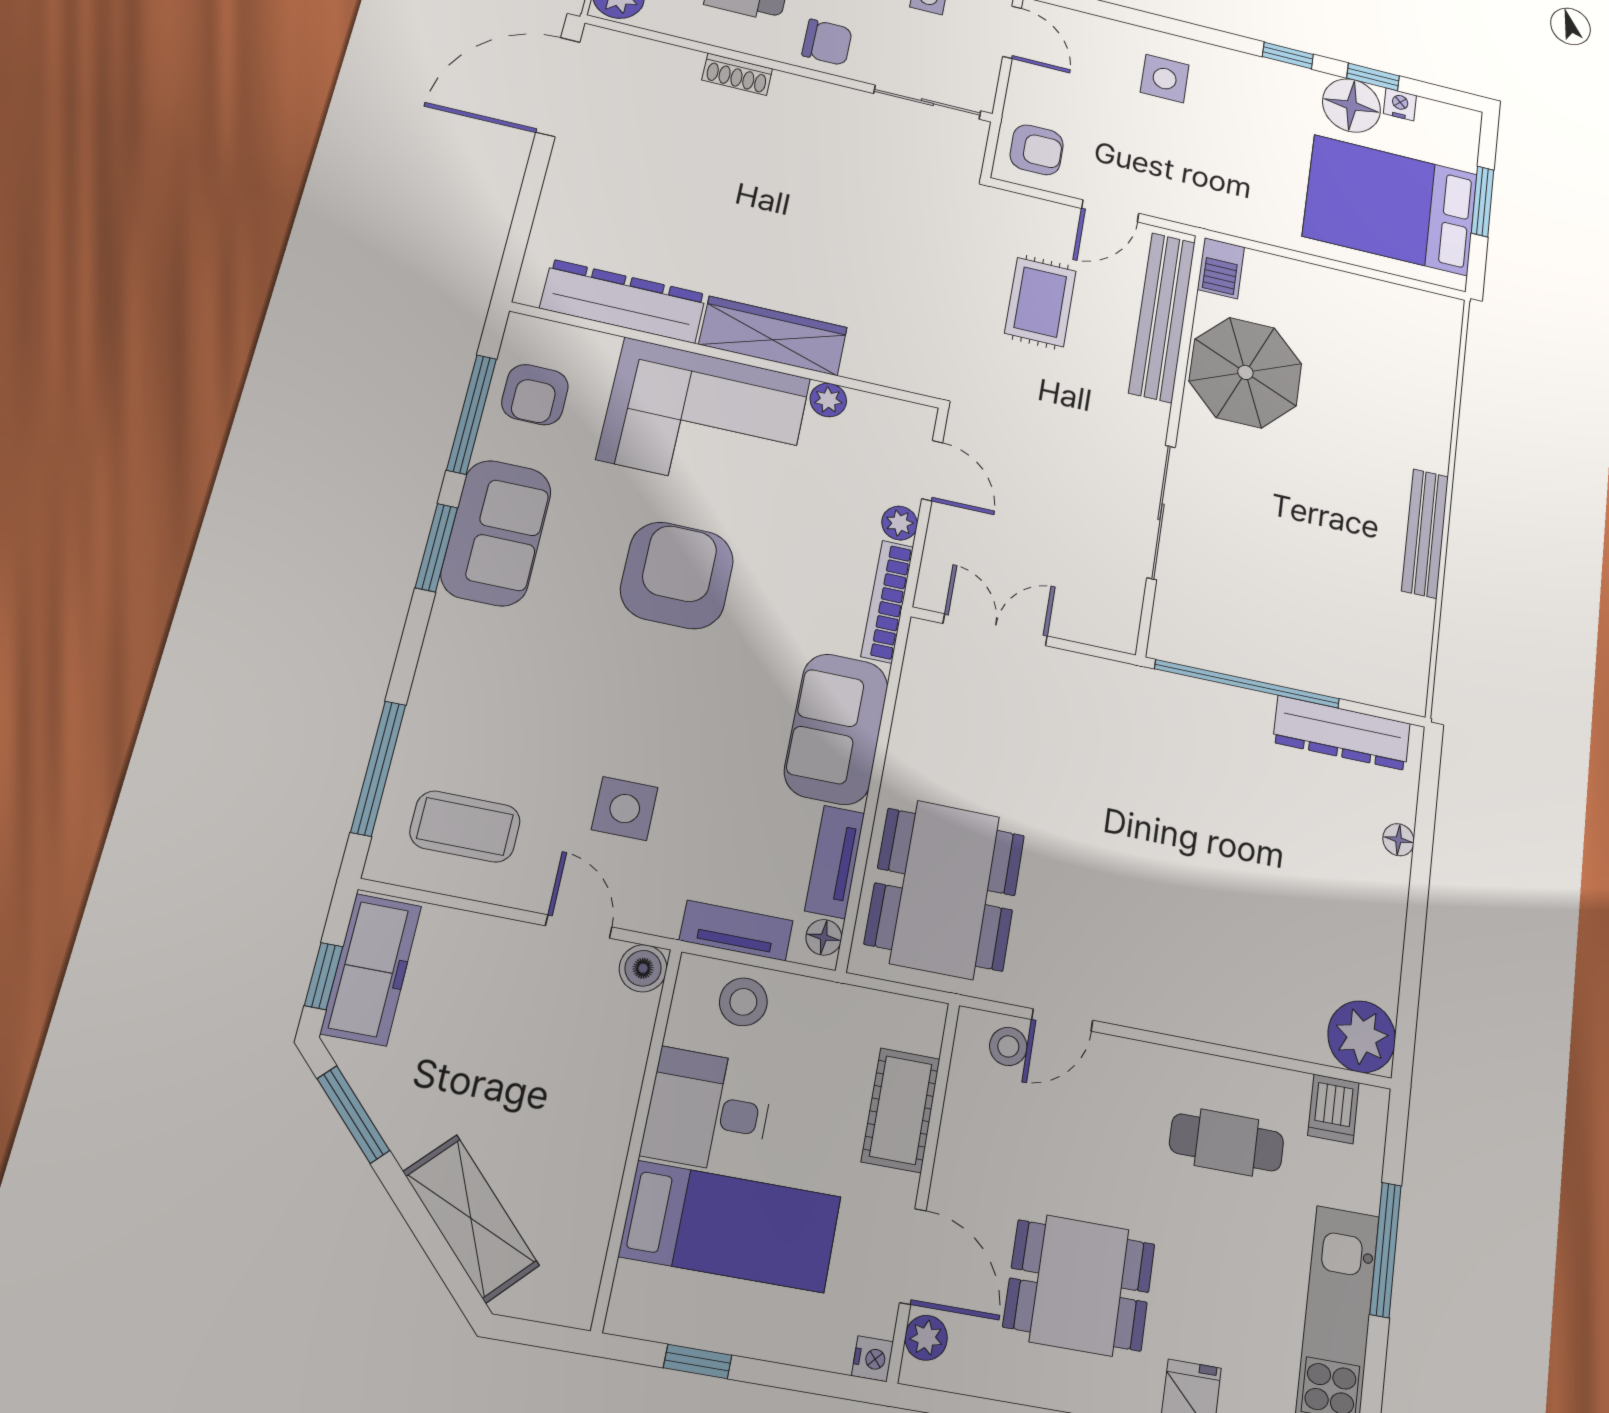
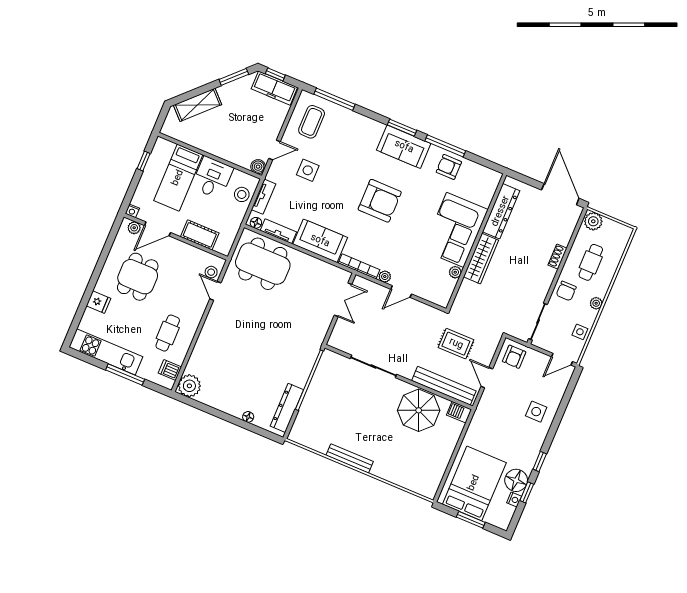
dresser: (623, 301) -> (501, 211), moved
wardrobe: (773, 336) -> (481, 259), moved
wall: (727, 356) -> (476, 242), moved
plant: (828, 400) -> (455, 272), moved
corner sofa: (704, 419) -> (455, 230), moved

